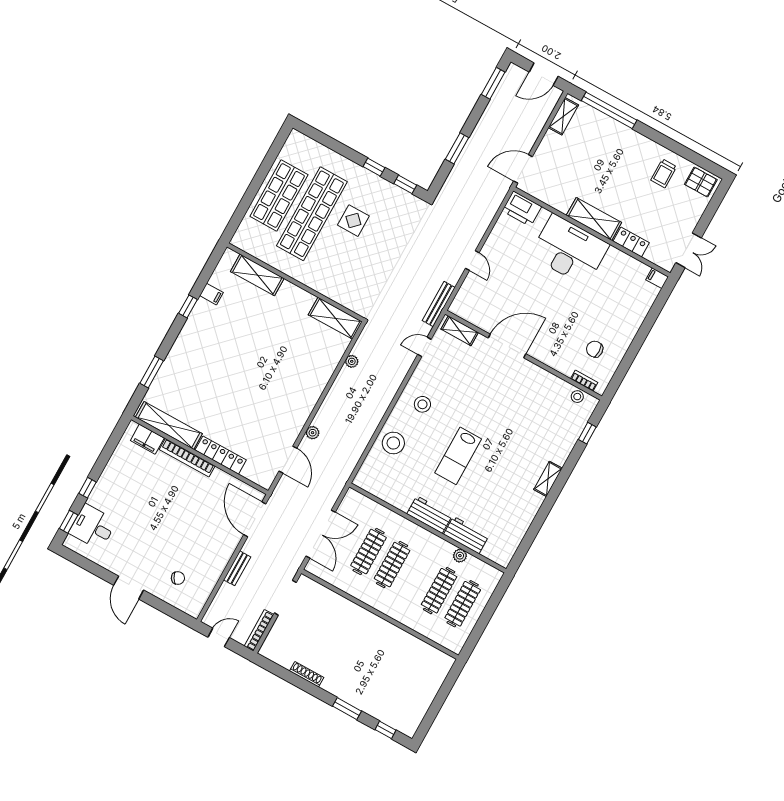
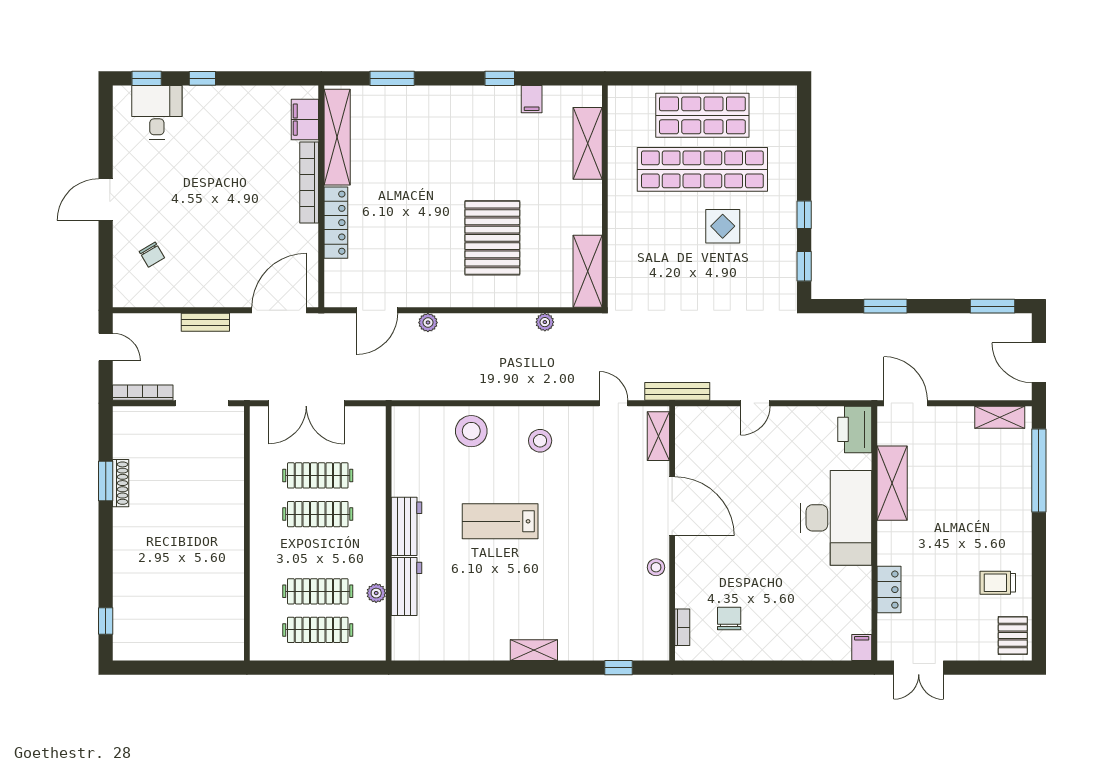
shelving: (594, 219) -> (892, 483), moved
pallet: (283, 365) -> (492, 238), added
stool: (577, 397) -> (656, 567), moved
window: (347, 709) -> (106, 481), moved

